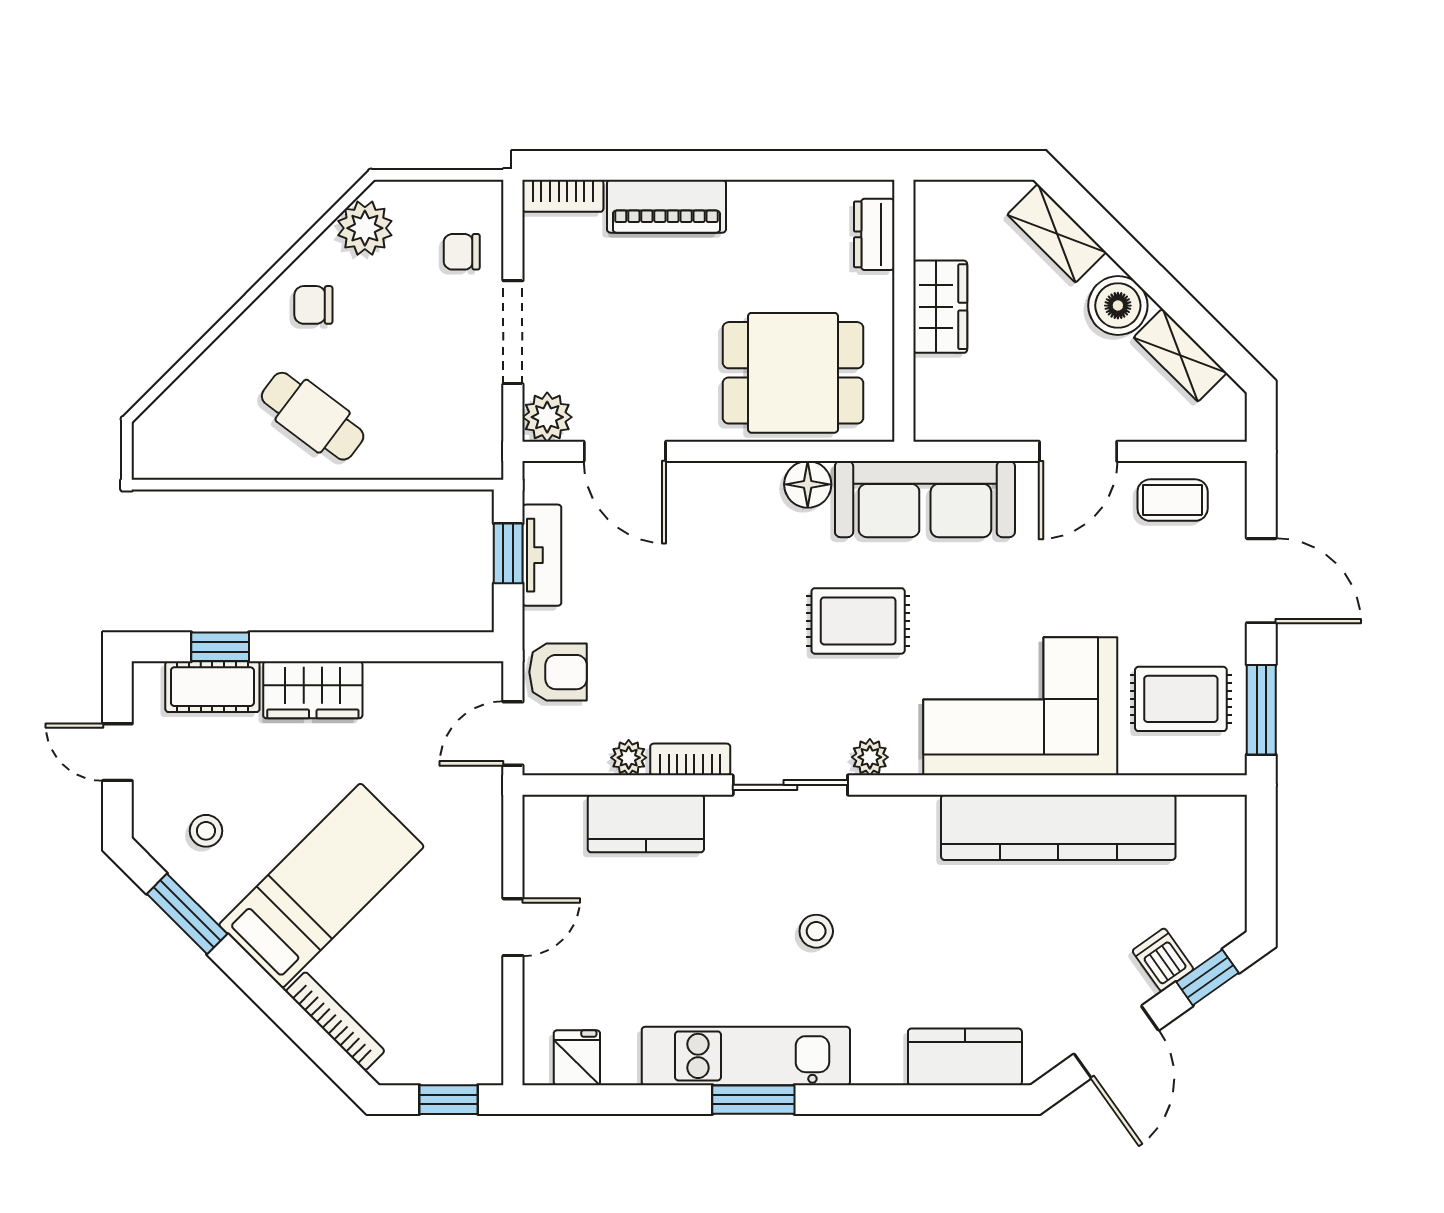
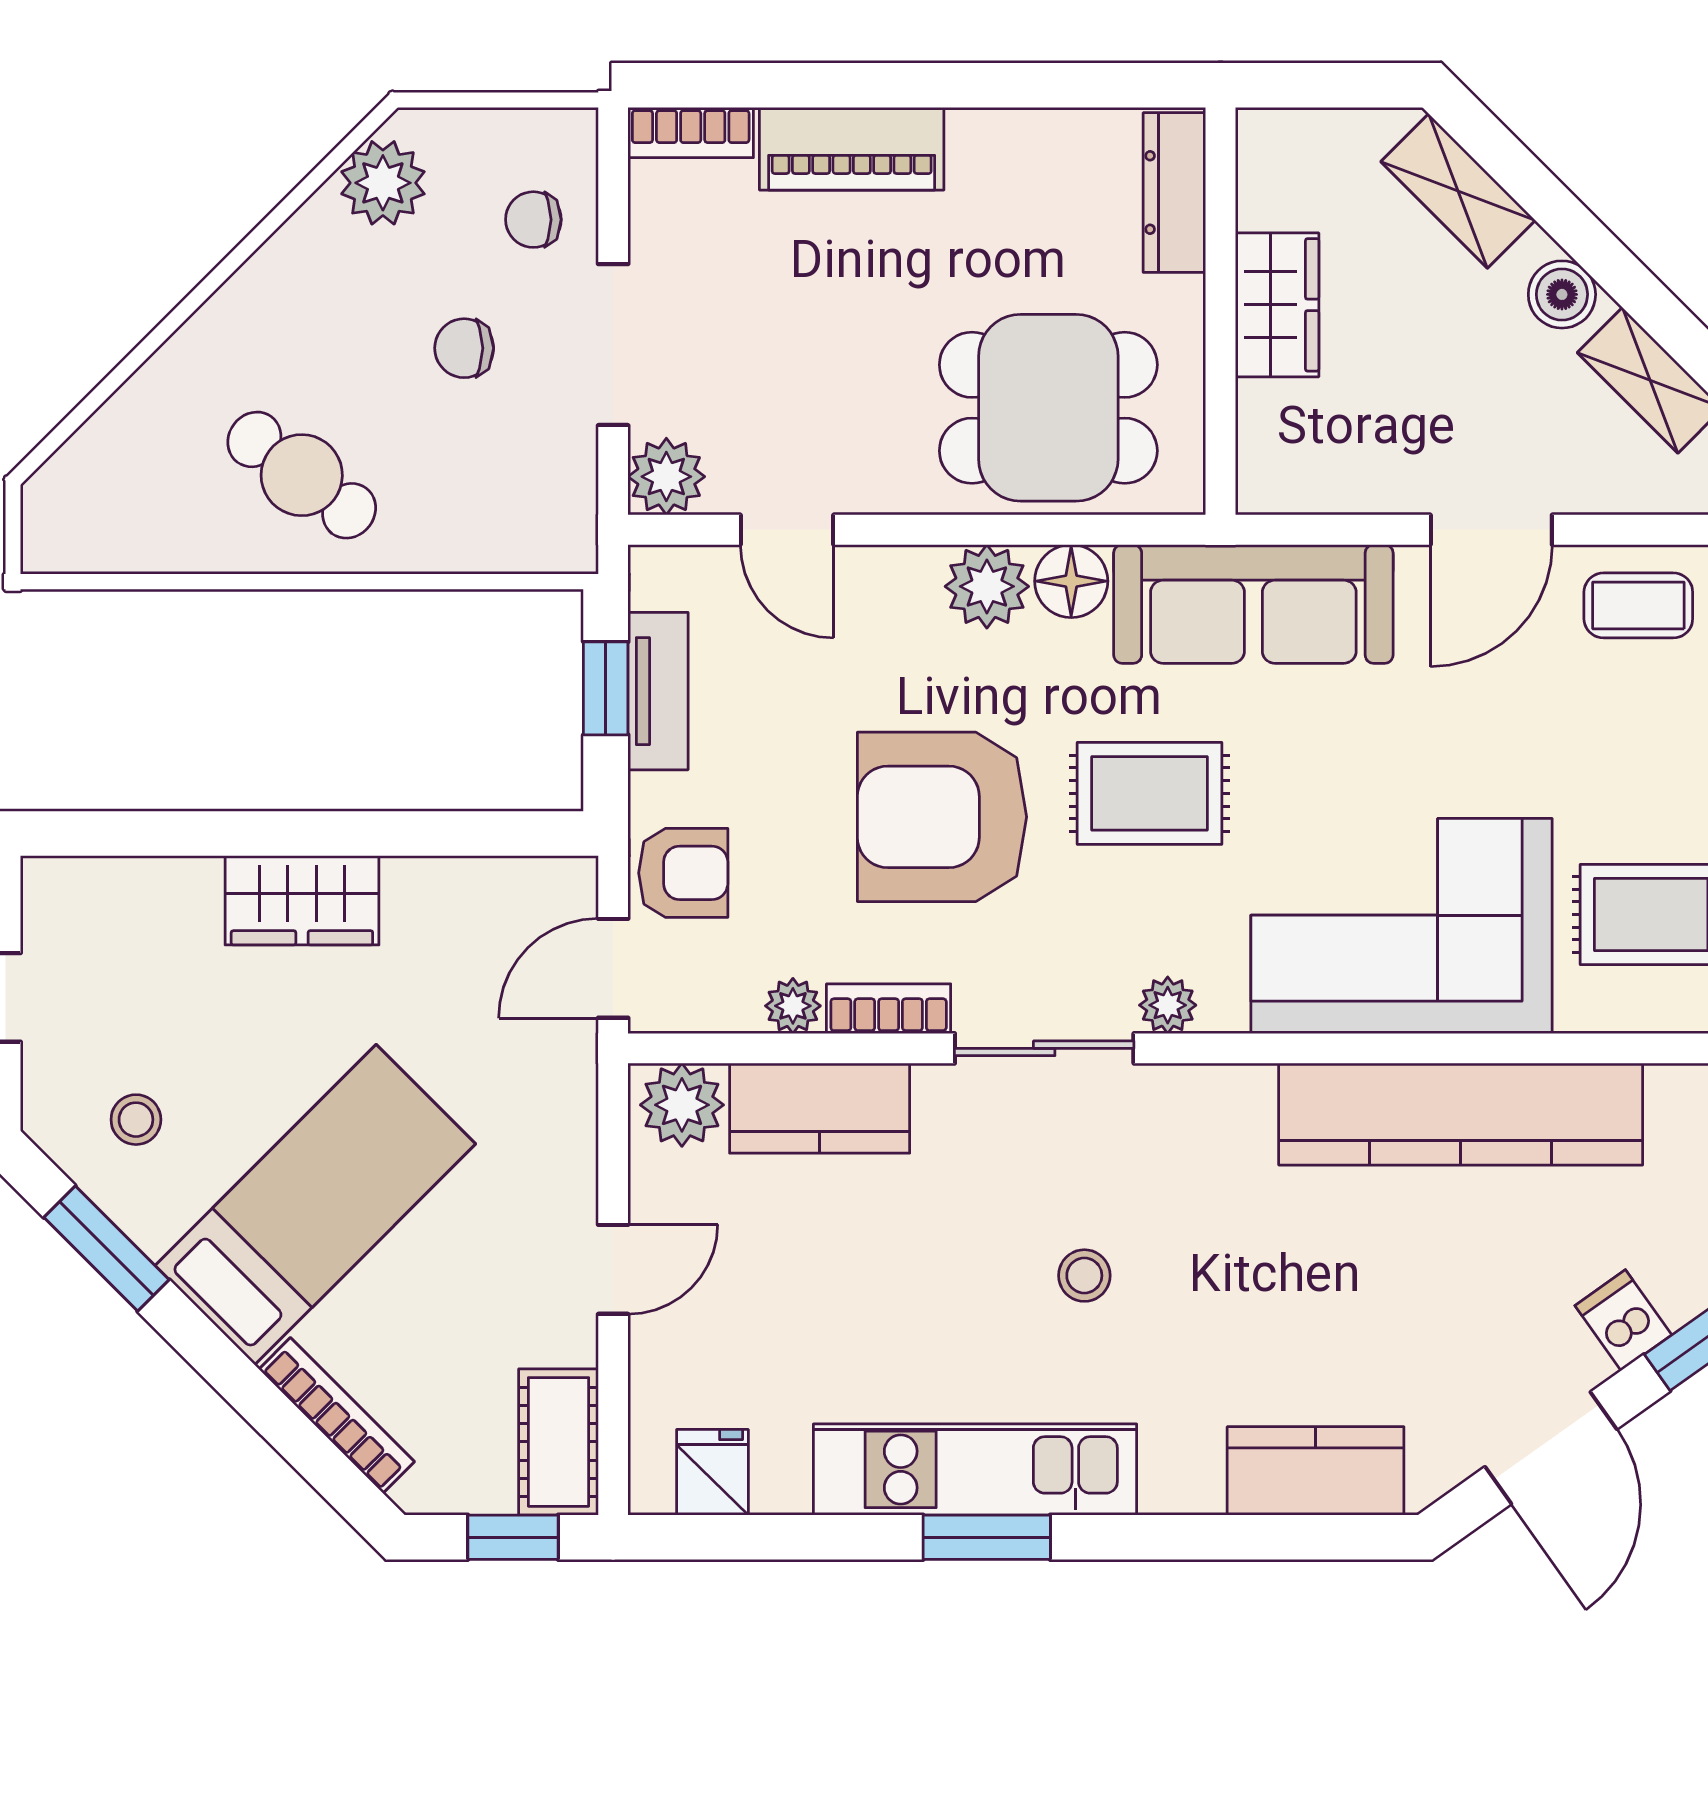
dresser: (874, 234) -> (1174, 193), width x1.44
chair: (313, 305) -> (464, 348), moved
boiler: (1118, 306) -> (1562, 294), width x0.73, depth x0.73
door: (625, 451) -> (787, 530), width x0.73
plant: (753, 488) -> (987, 586), added
armchair: (725, 636) -> (942, 817), added
window: (220, 647) -> (158, 833), removed
cot: (212, 687) -> (559, 1442), moved, turned 90
plant: (557, 821) -> (682, 1105), added

